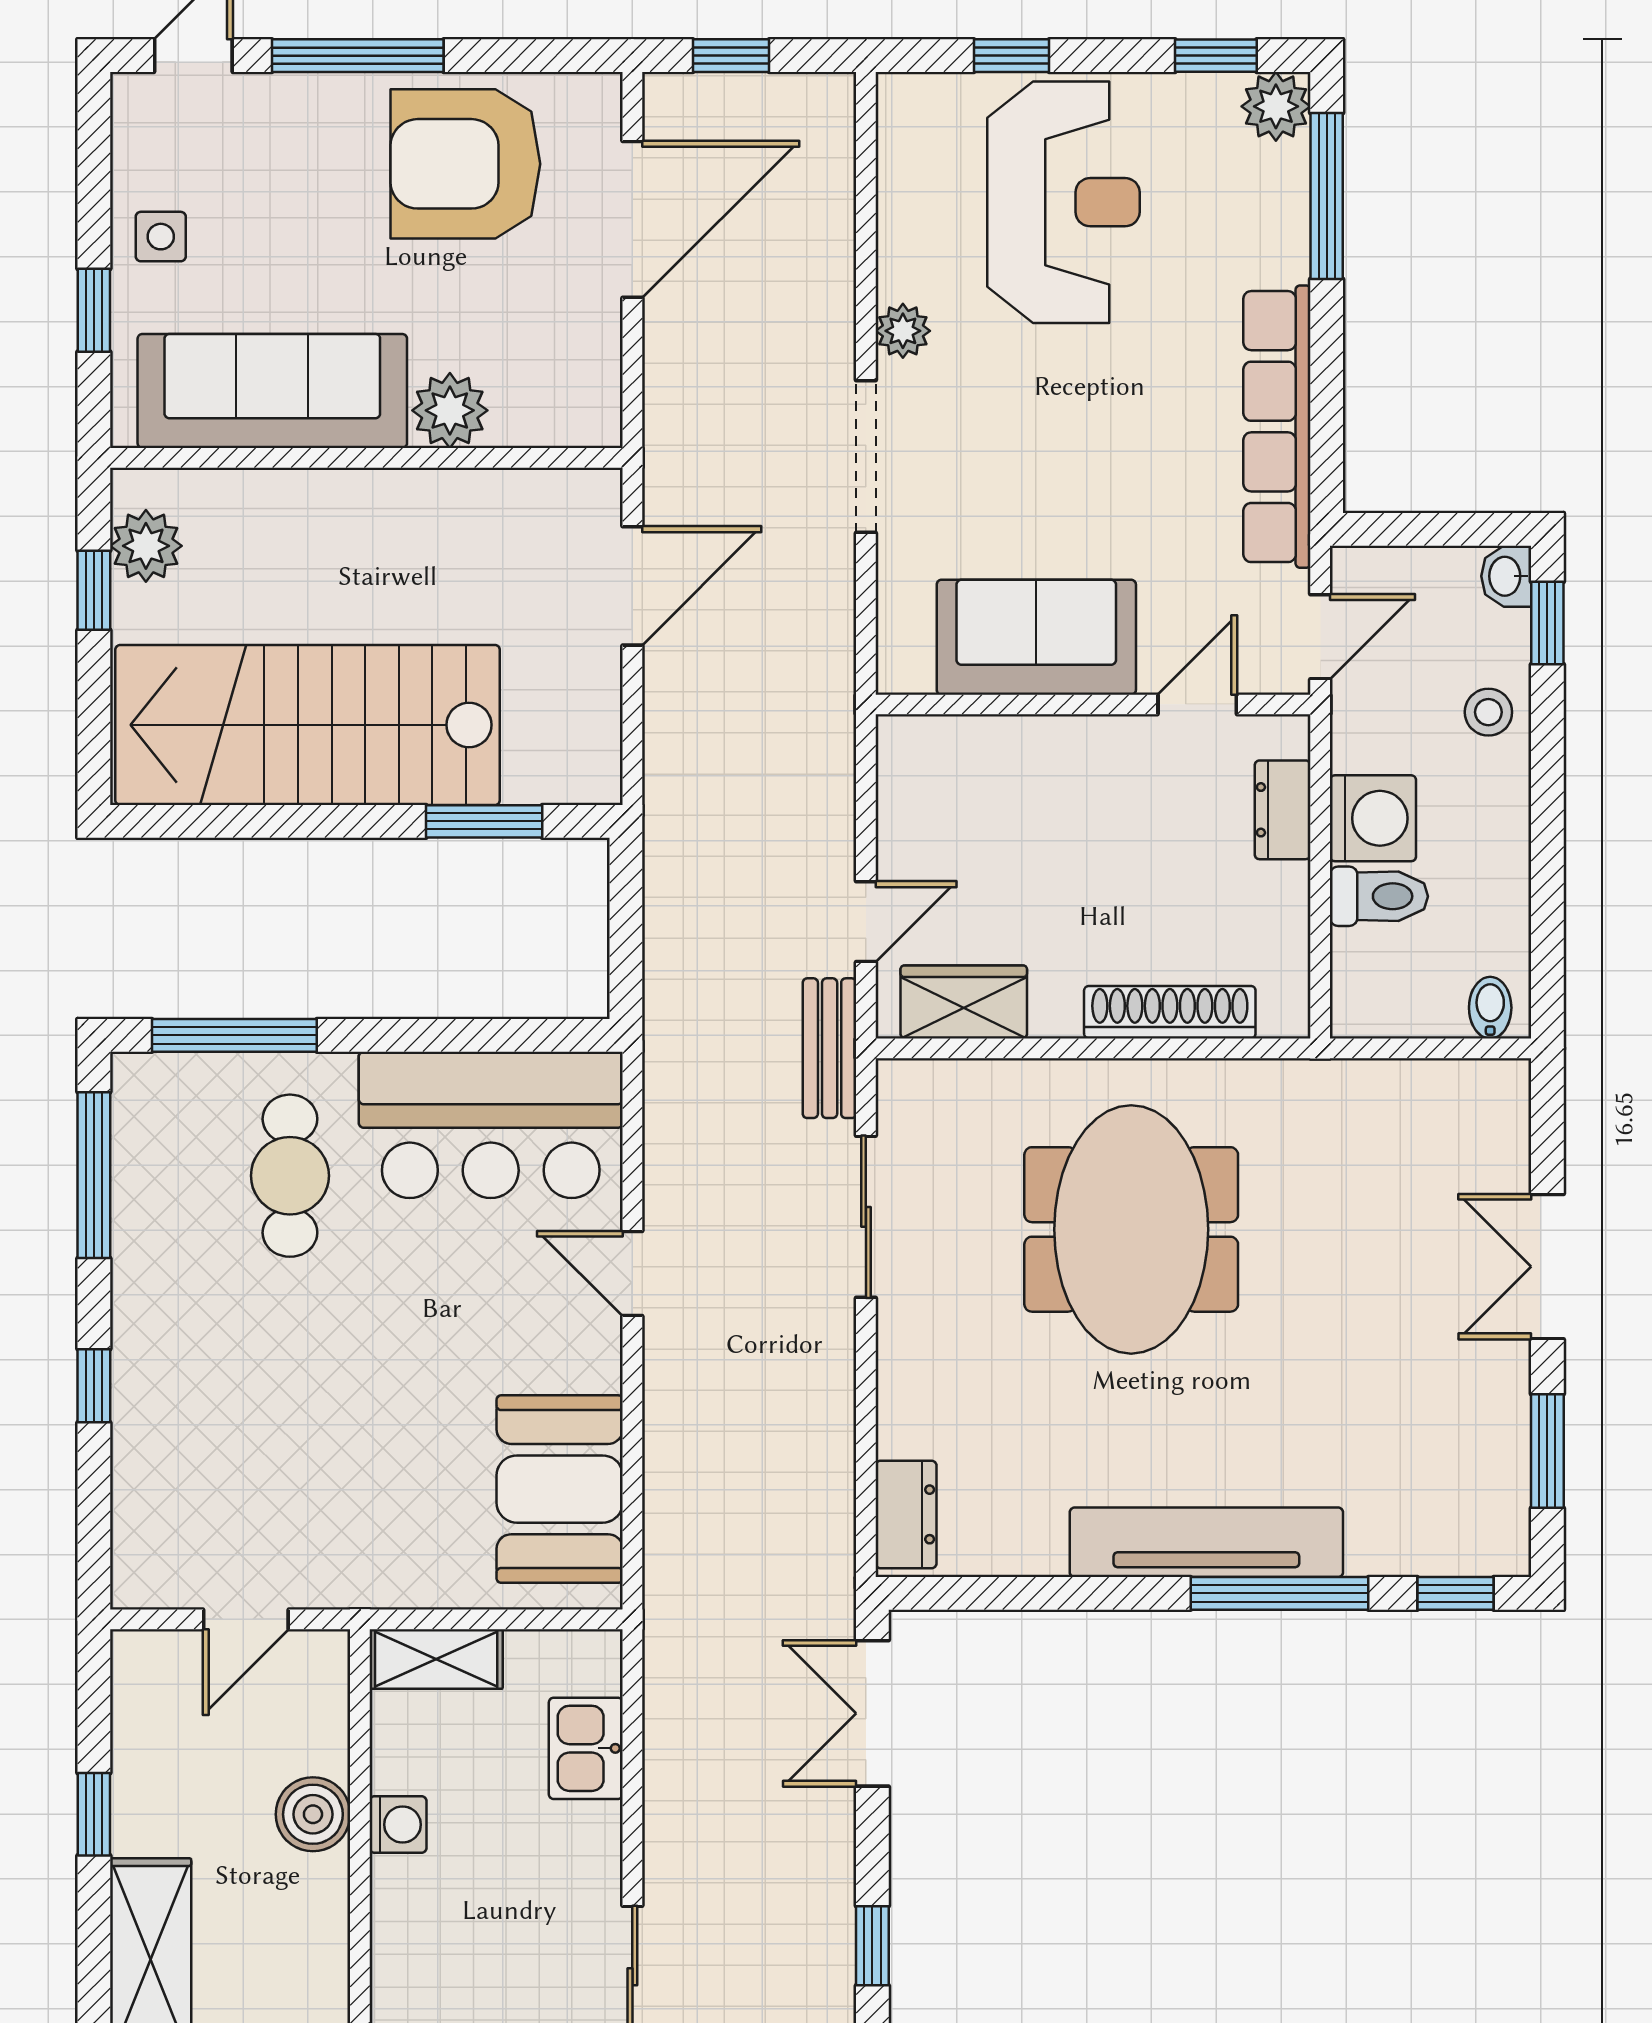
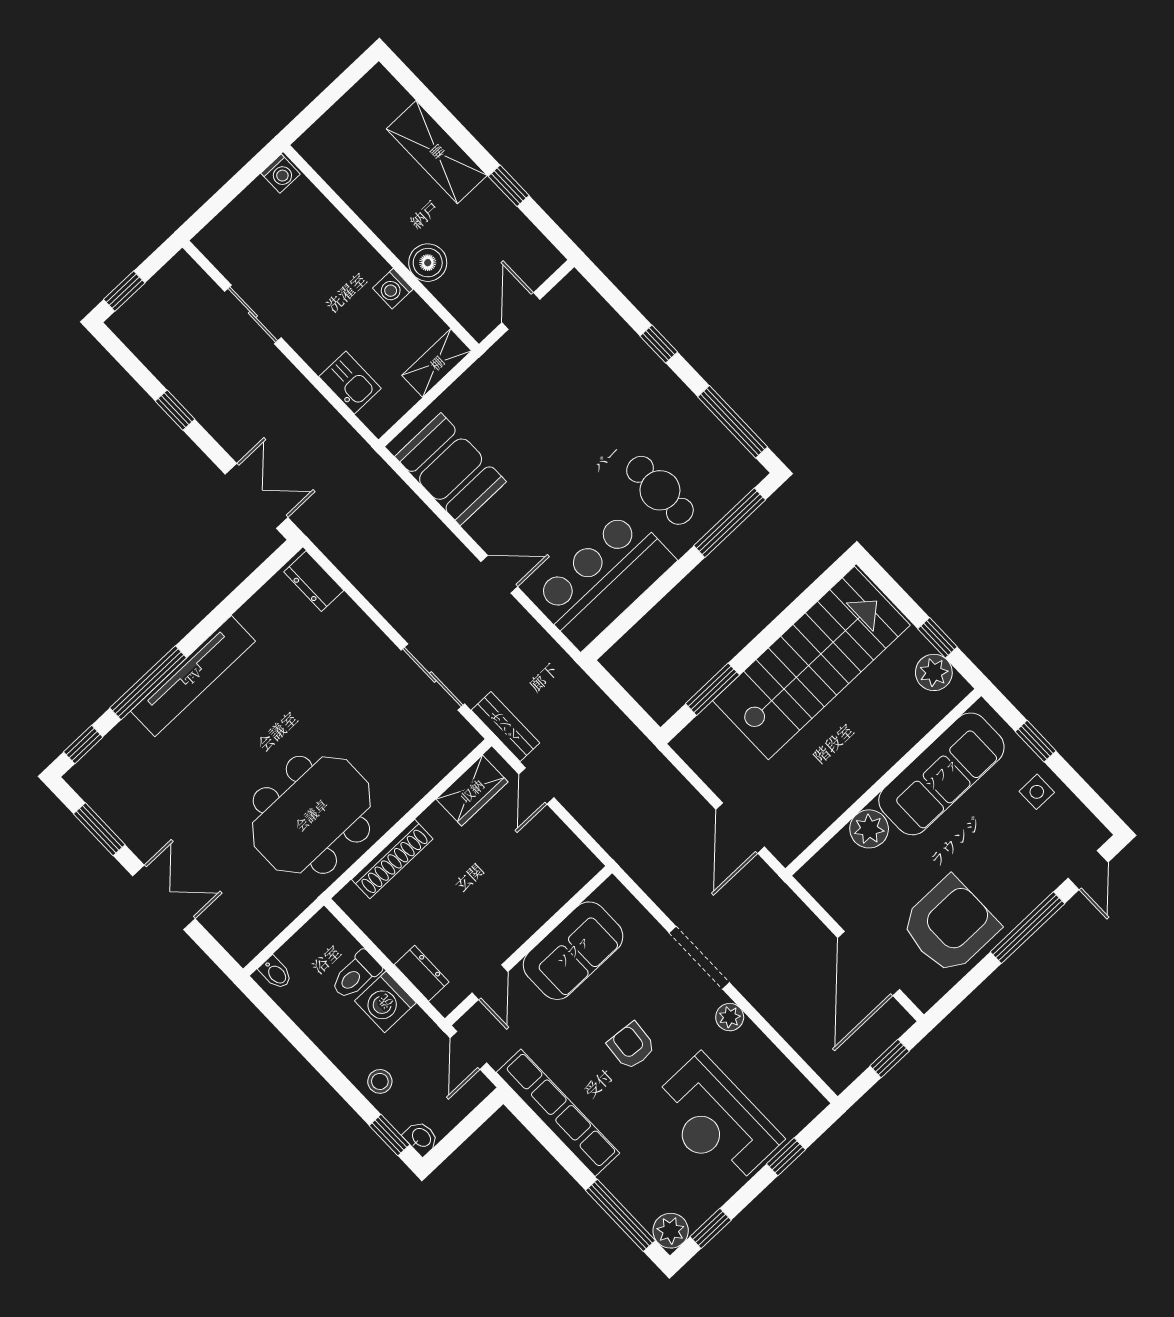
armchair: (1082, 423) -> (631, 1046), added
meeting table: (1131, 1229) -> (311, 815), moved, turned 90

